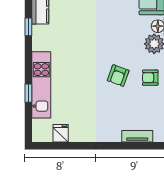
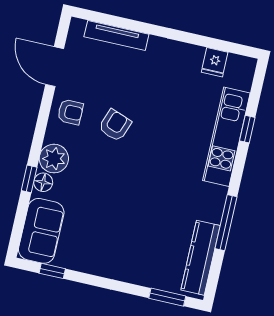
window: (28, 27) -> (226, 223), width x2.17
tv unit: (137, 136) -> (116, 35), width x1.41

